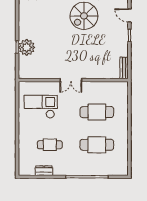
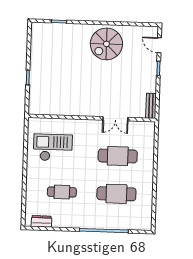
plant: (27, 47) -> (39, 78), removed
double door: (71, 80) -> (115, 119), moved
dresser: (44, 171) -> (42, 221), moved

